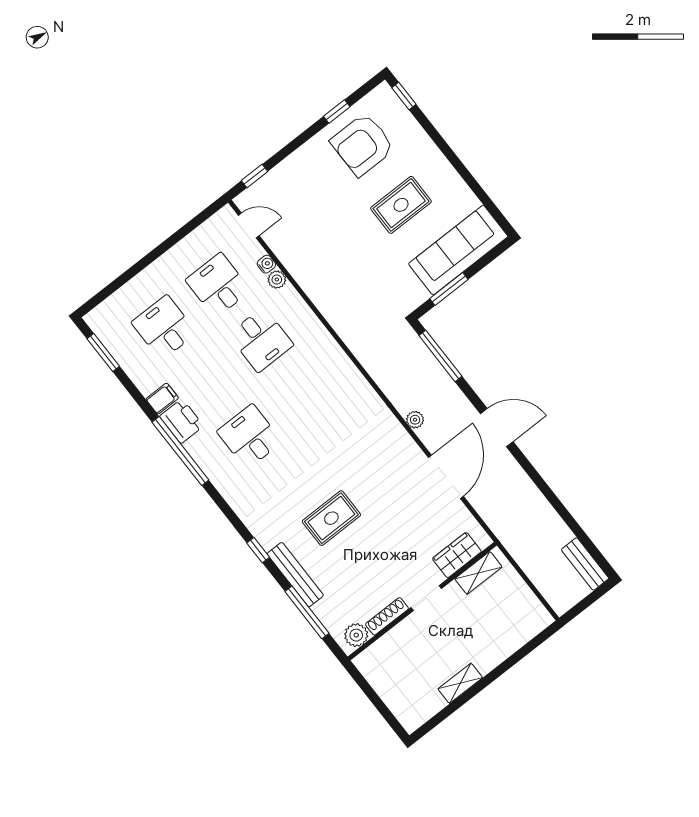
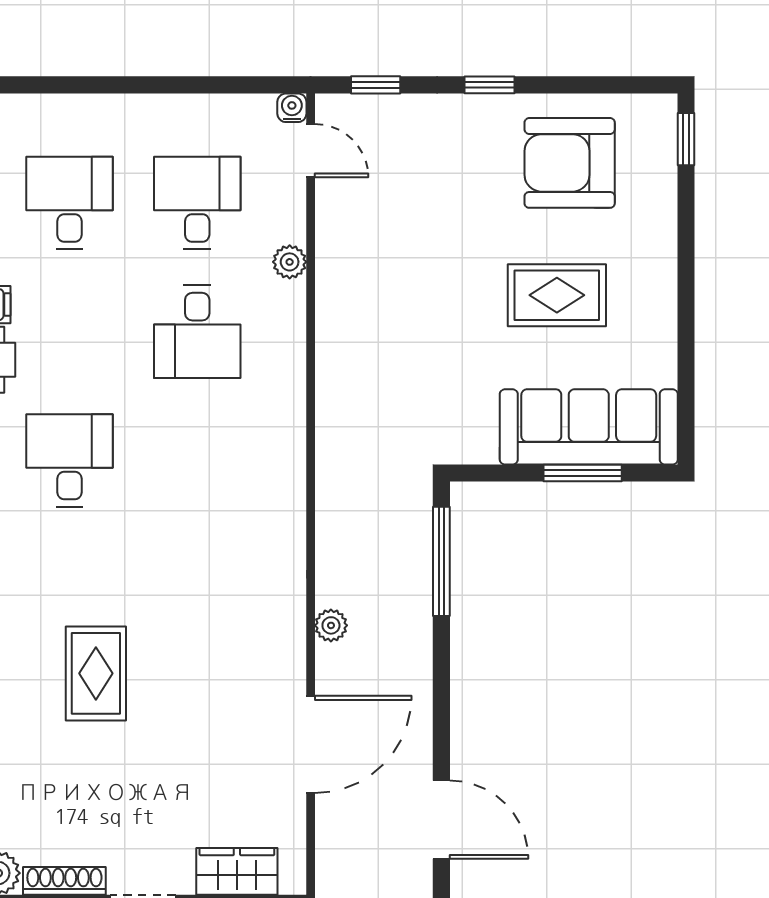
window: (337, 112) -> (490, 85), moved
water cooler: (266, 264) -> (292, 108), moved, turned -90
window: (449, 289) -> (583, 473), moved
door: (497, 428) -> (441, 820), moved
rug: (331, 518) -> (96, 673), turned 90

